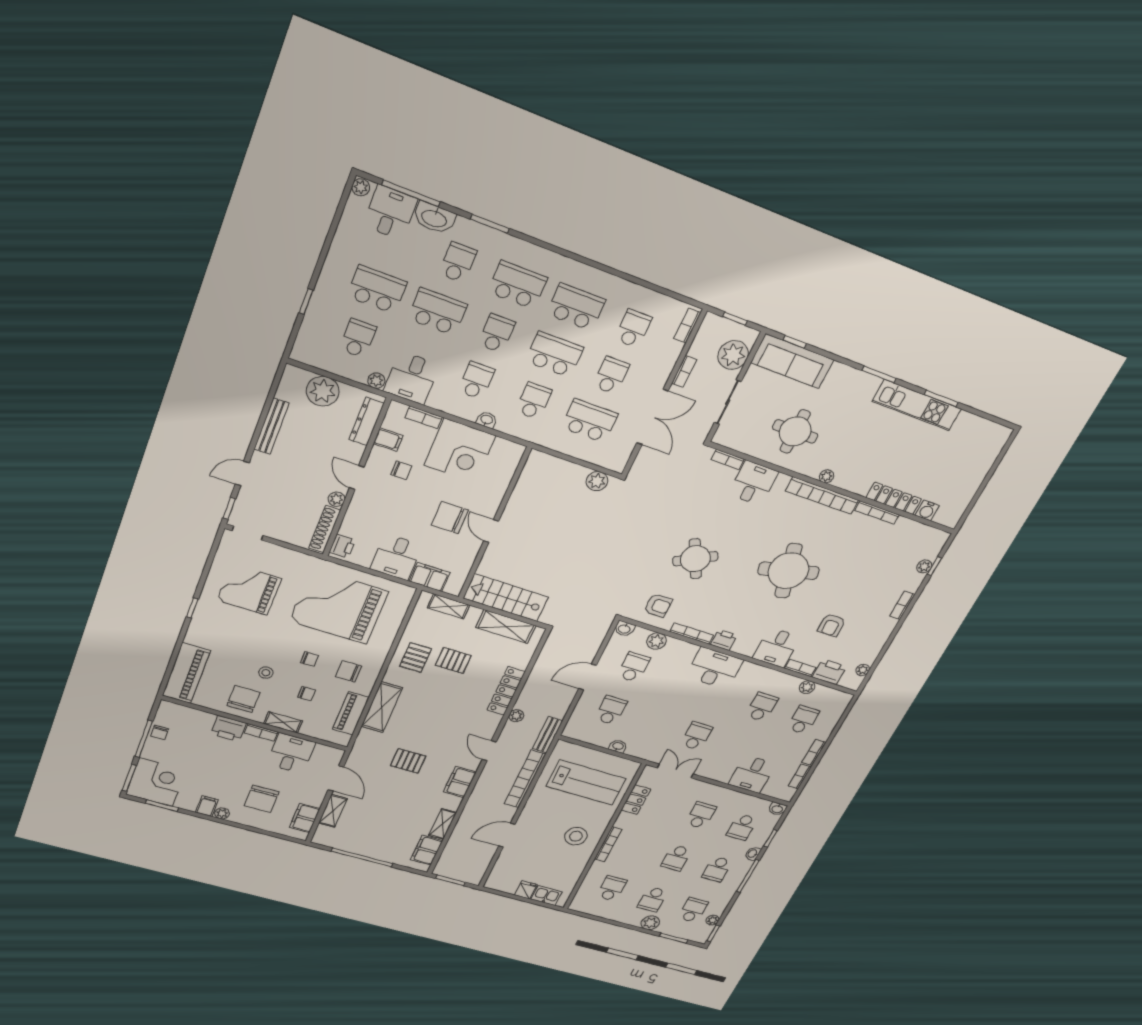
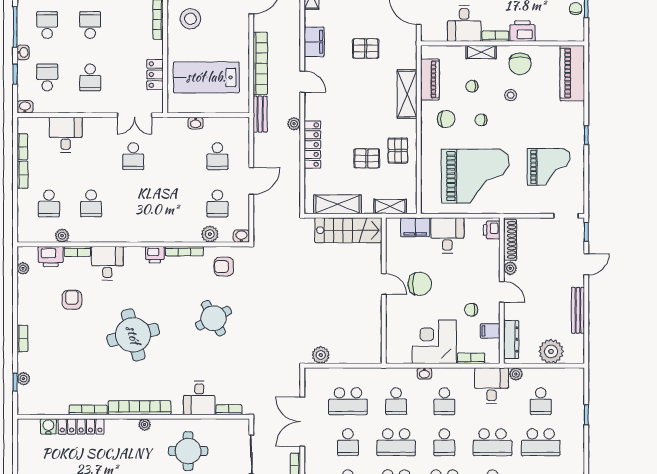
desk: (714, 668) -> (150, 226), removed

